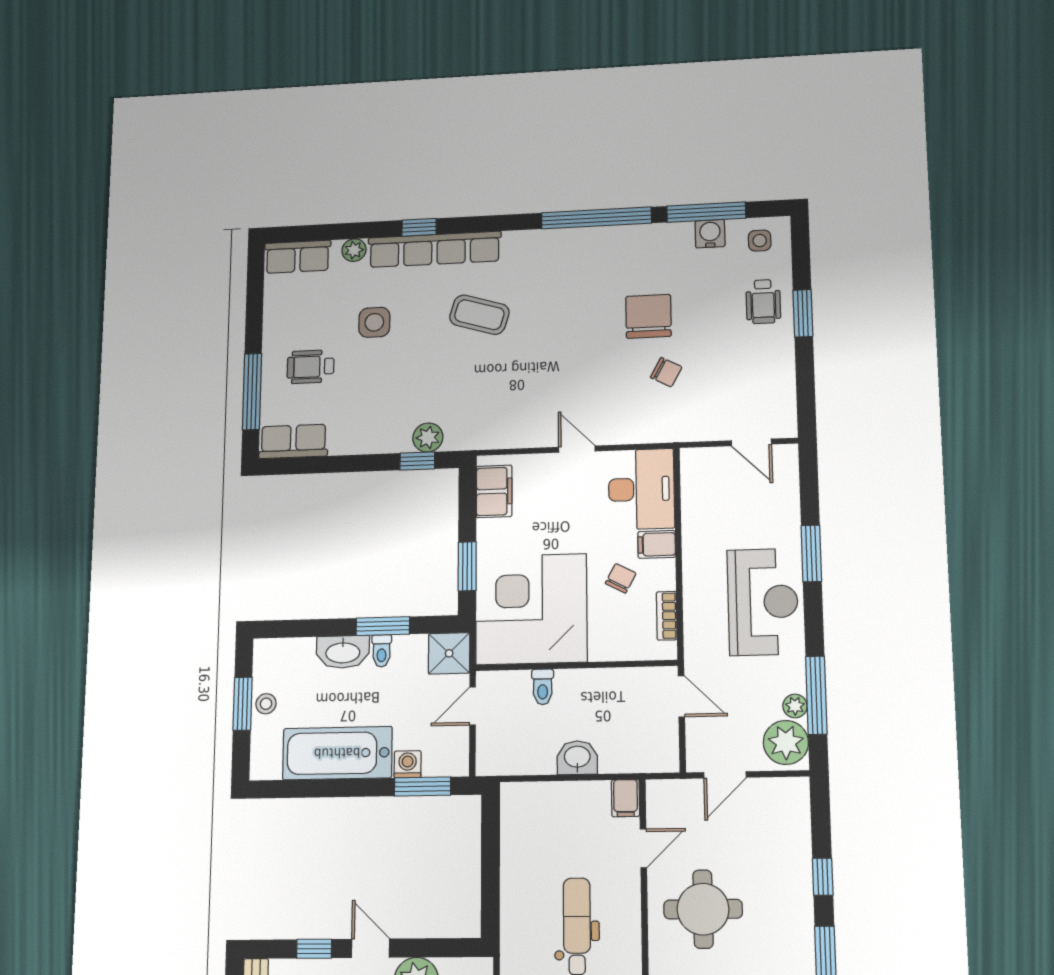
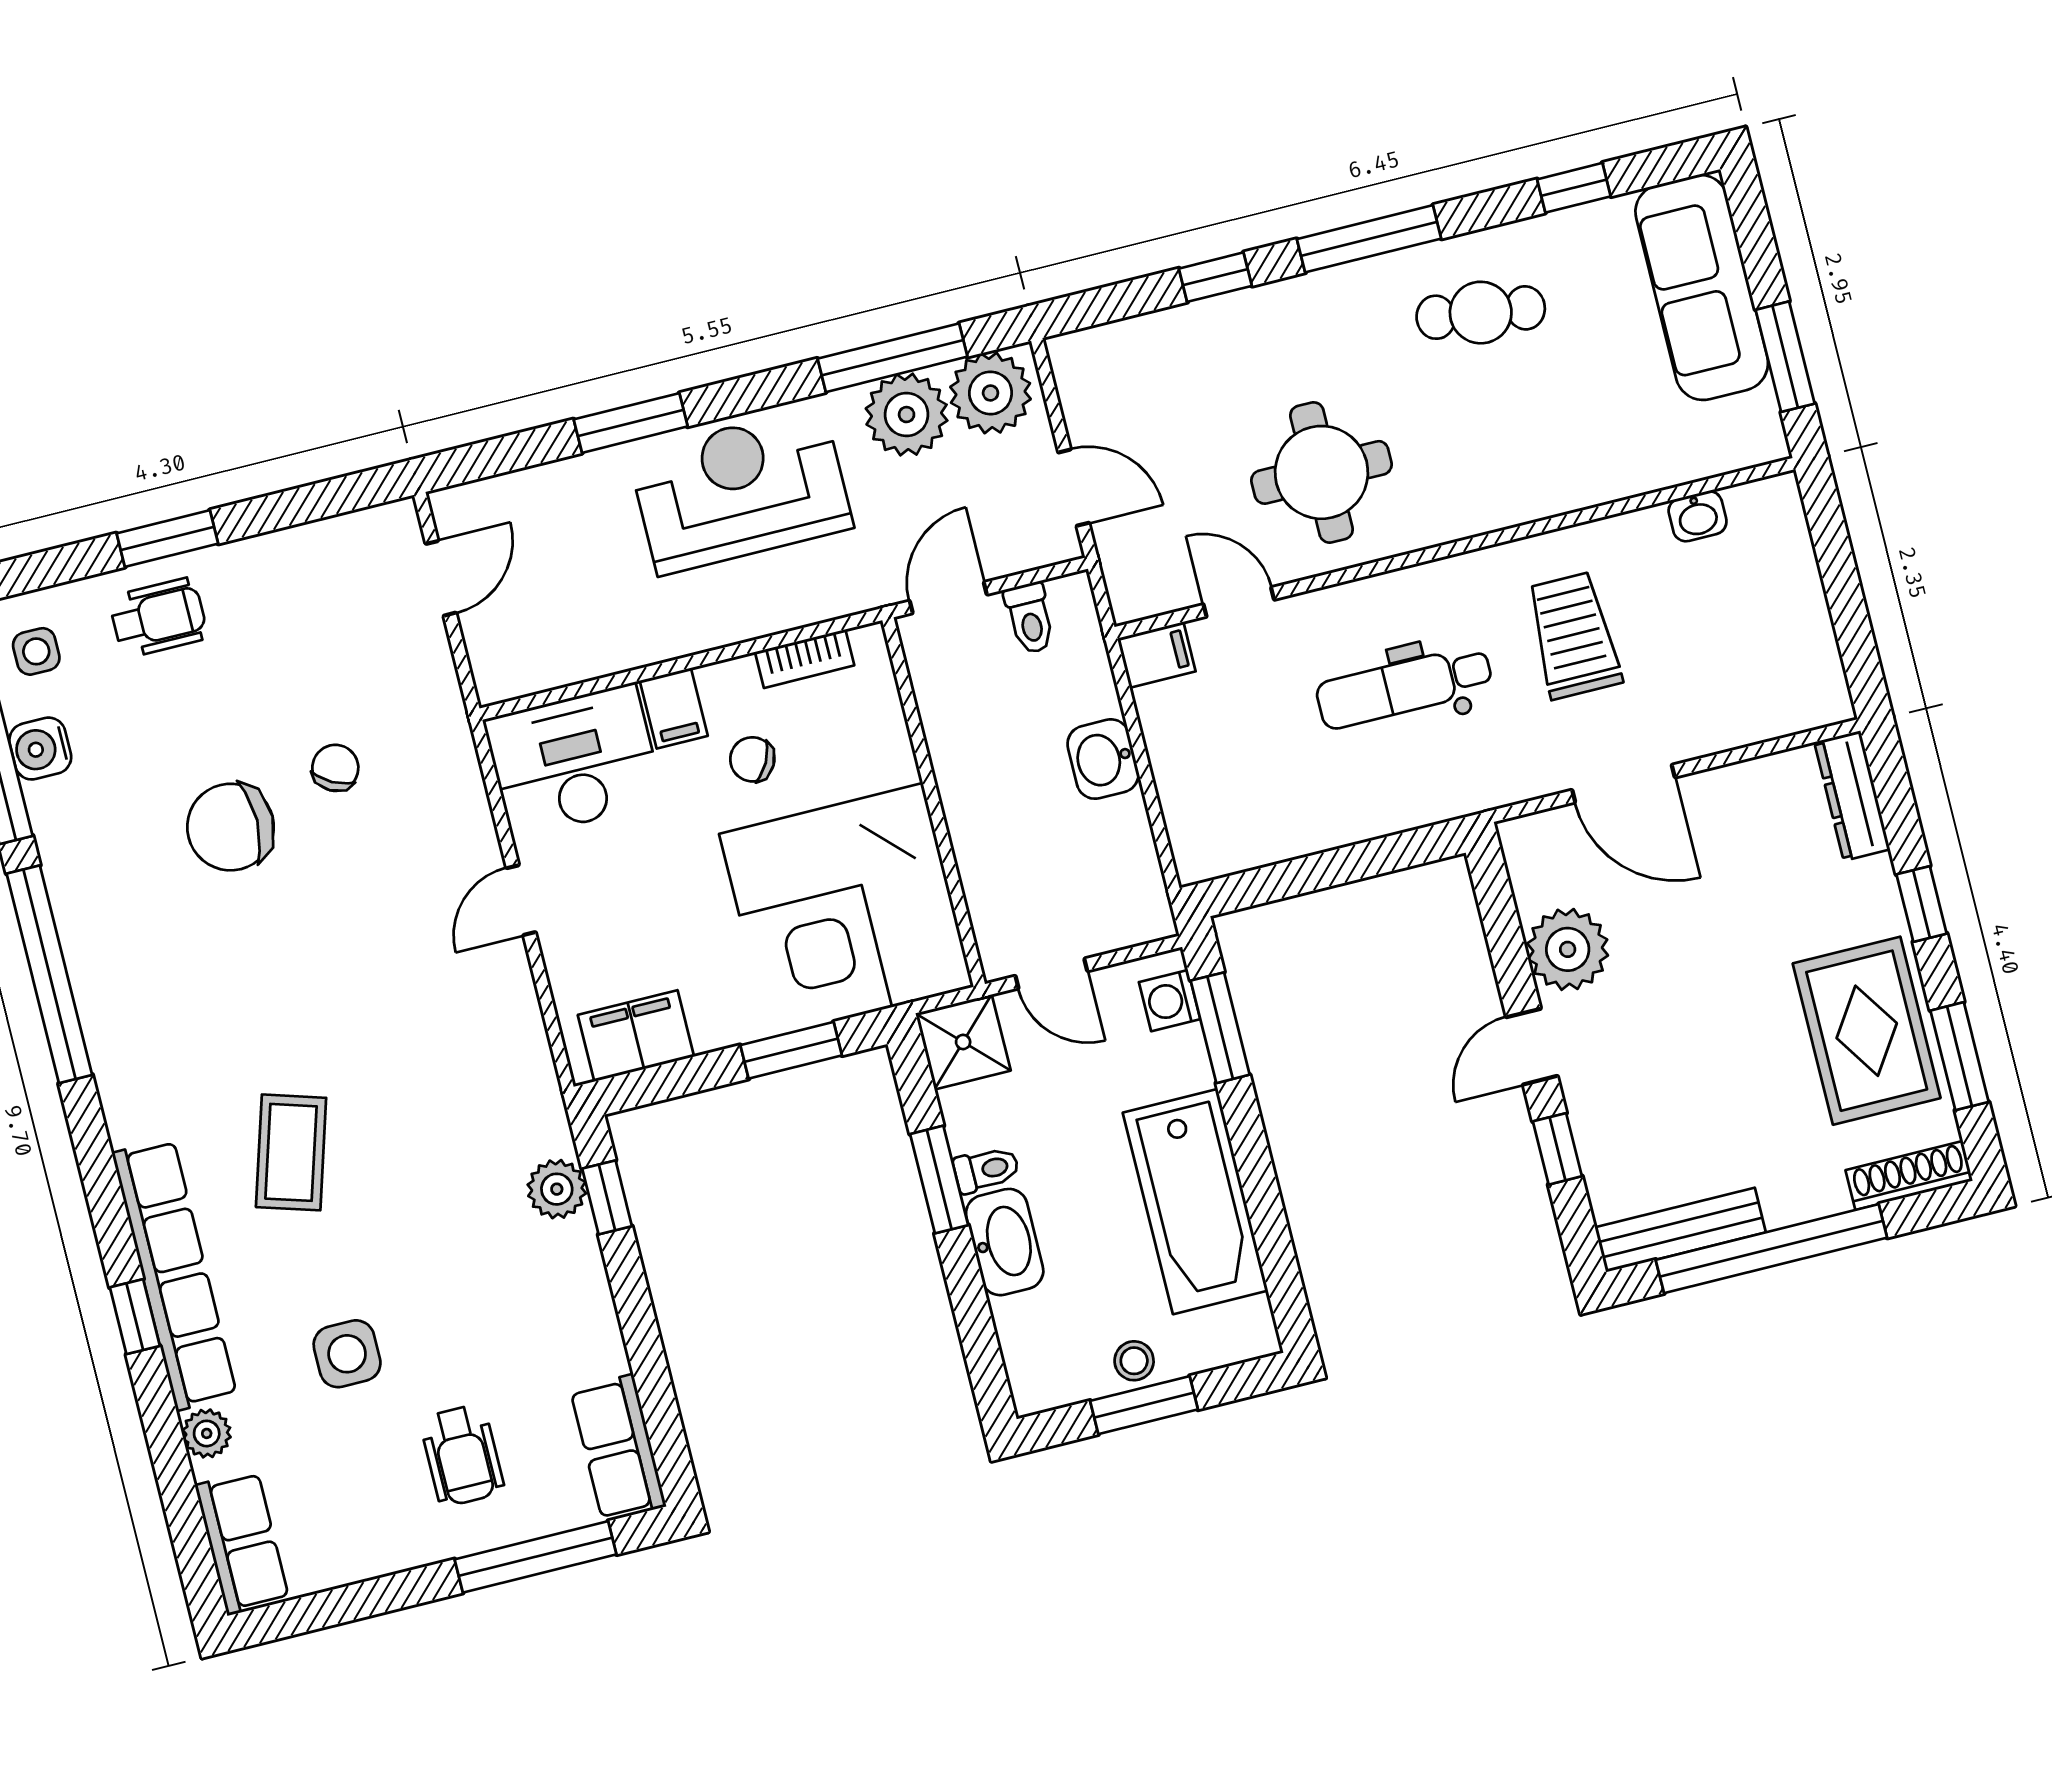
toilet: (543, 687) -> (1030, 618), moved, turned 90
plant: (795, 706) -> (907, 415), width x1.87, depth x1.87
washing machine: (408, 764) -> (1170, 1001), moved

